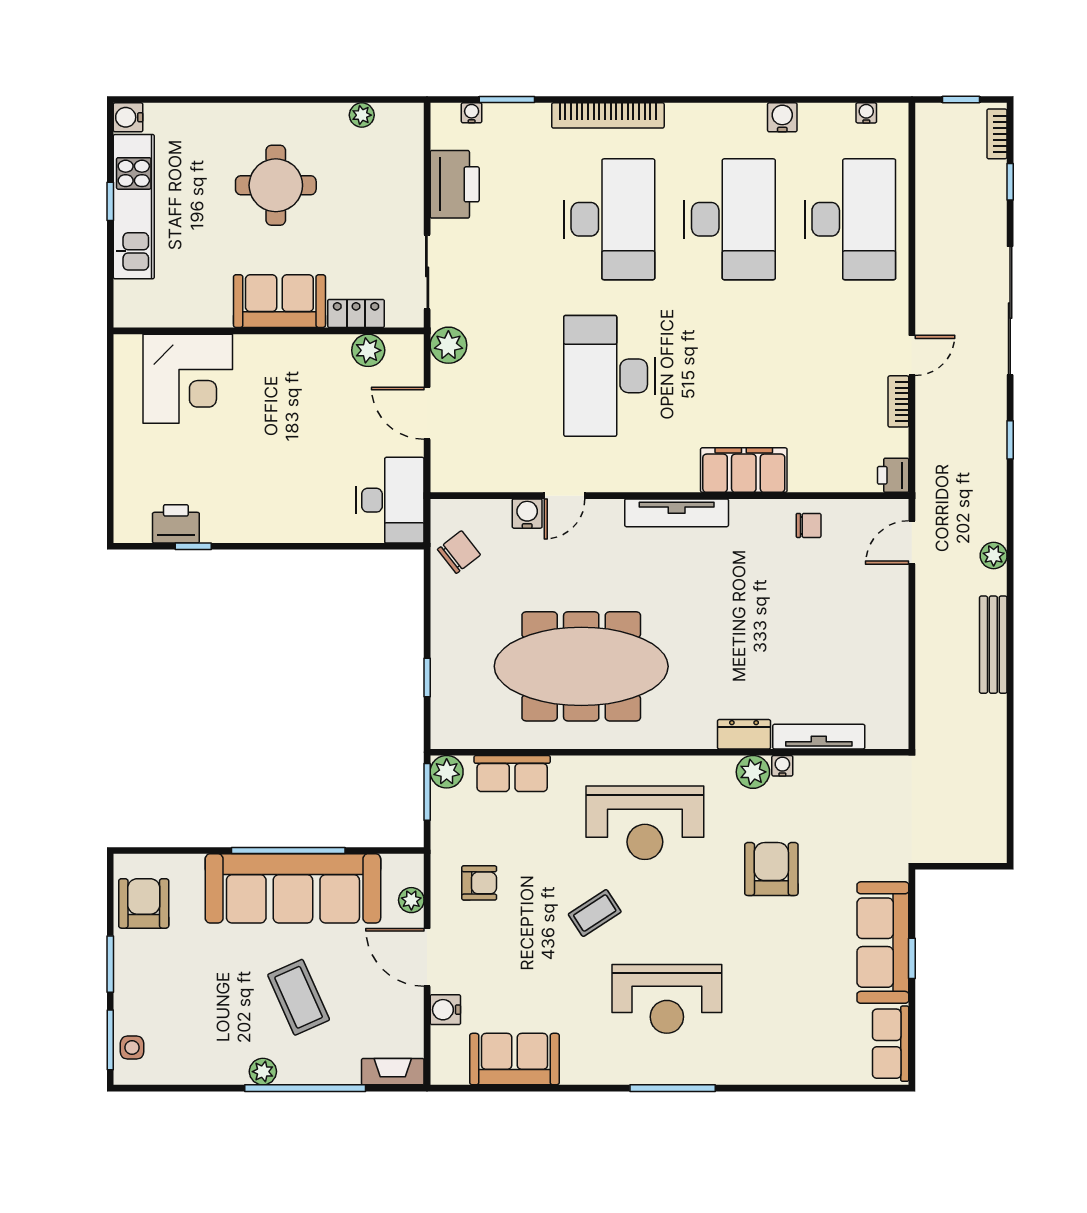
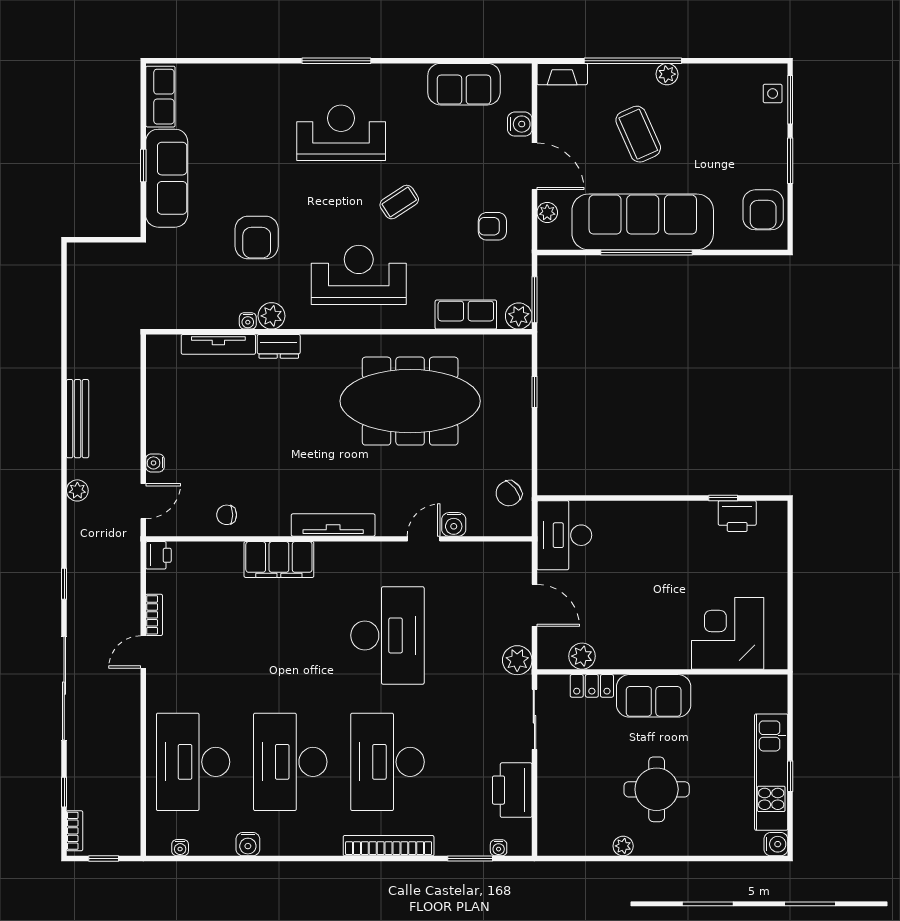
plant: (362, 115) -> (623, 846), moved
water cooler: (897, 590) -> (155, 463), added

